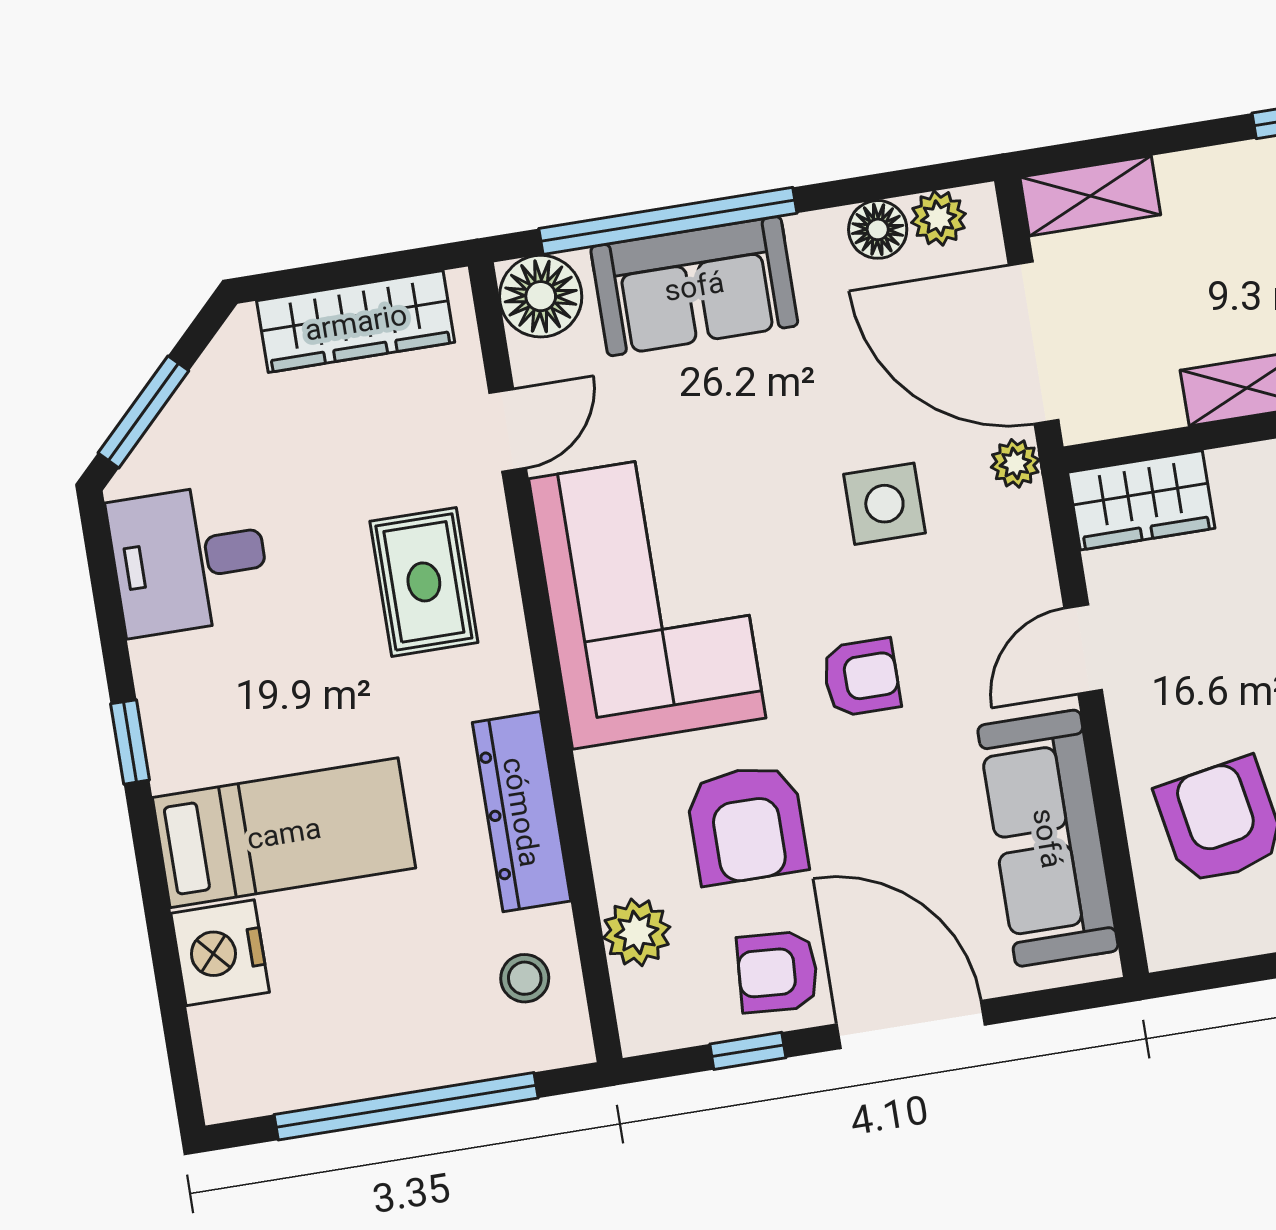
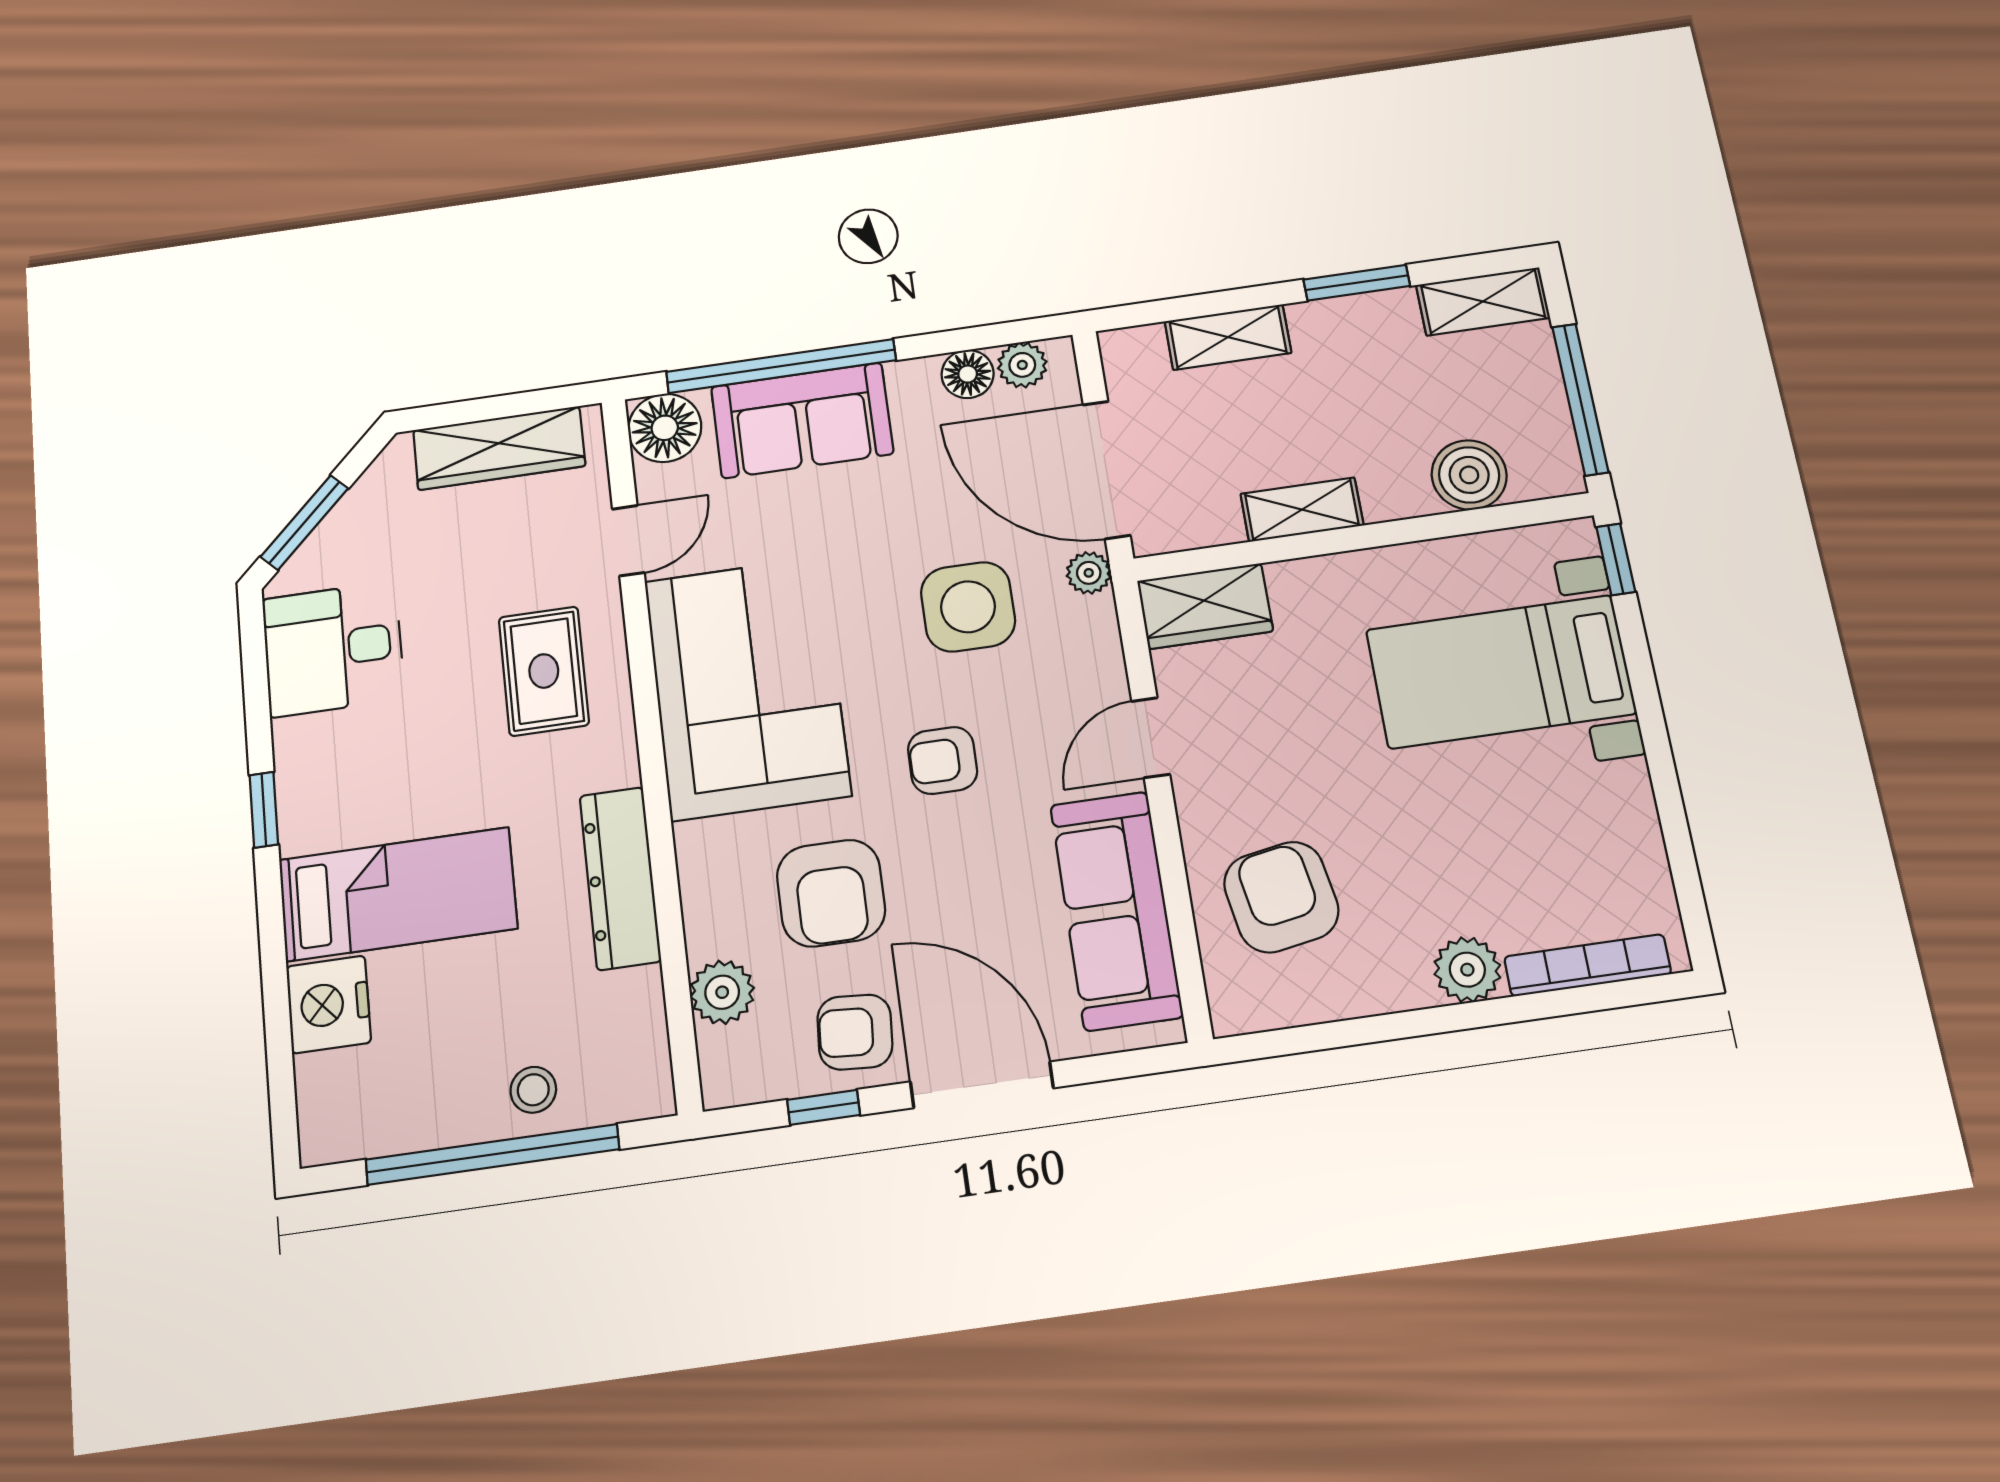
shelving: (1090, 196) -> (1228, 337), moved
side table: (884, 504) -> (968, 607), width x1.37, depth x1.37
armchair: (861, 677) -> (943, 760), turned 180
stool: (525, 978) -> (533, 1090), moved

